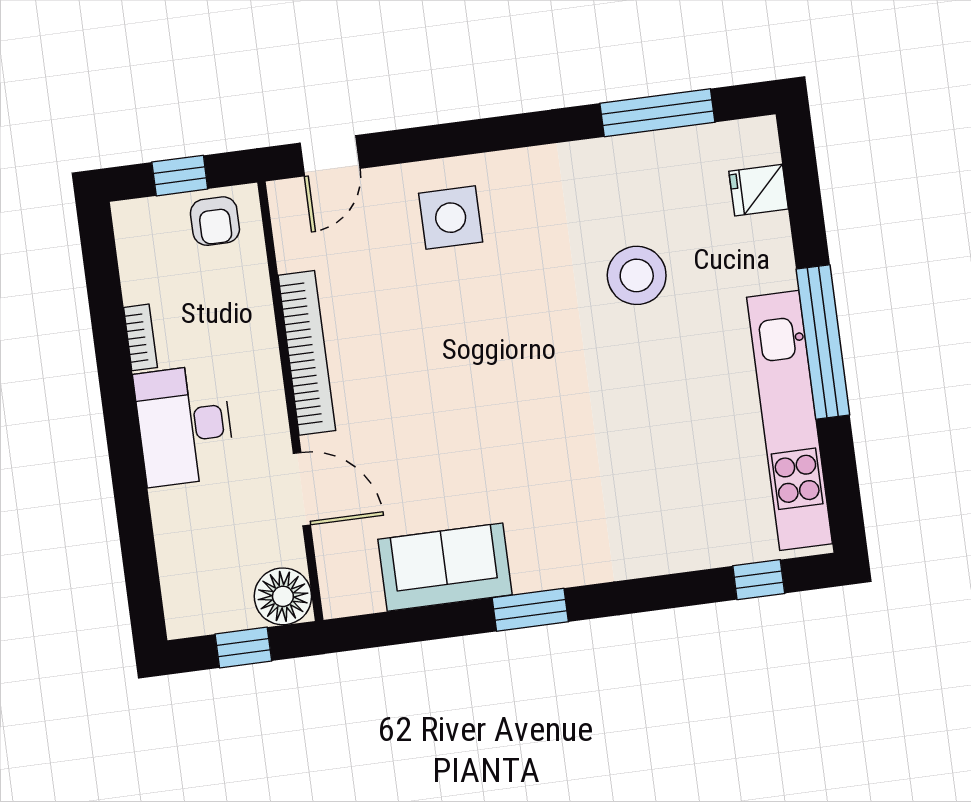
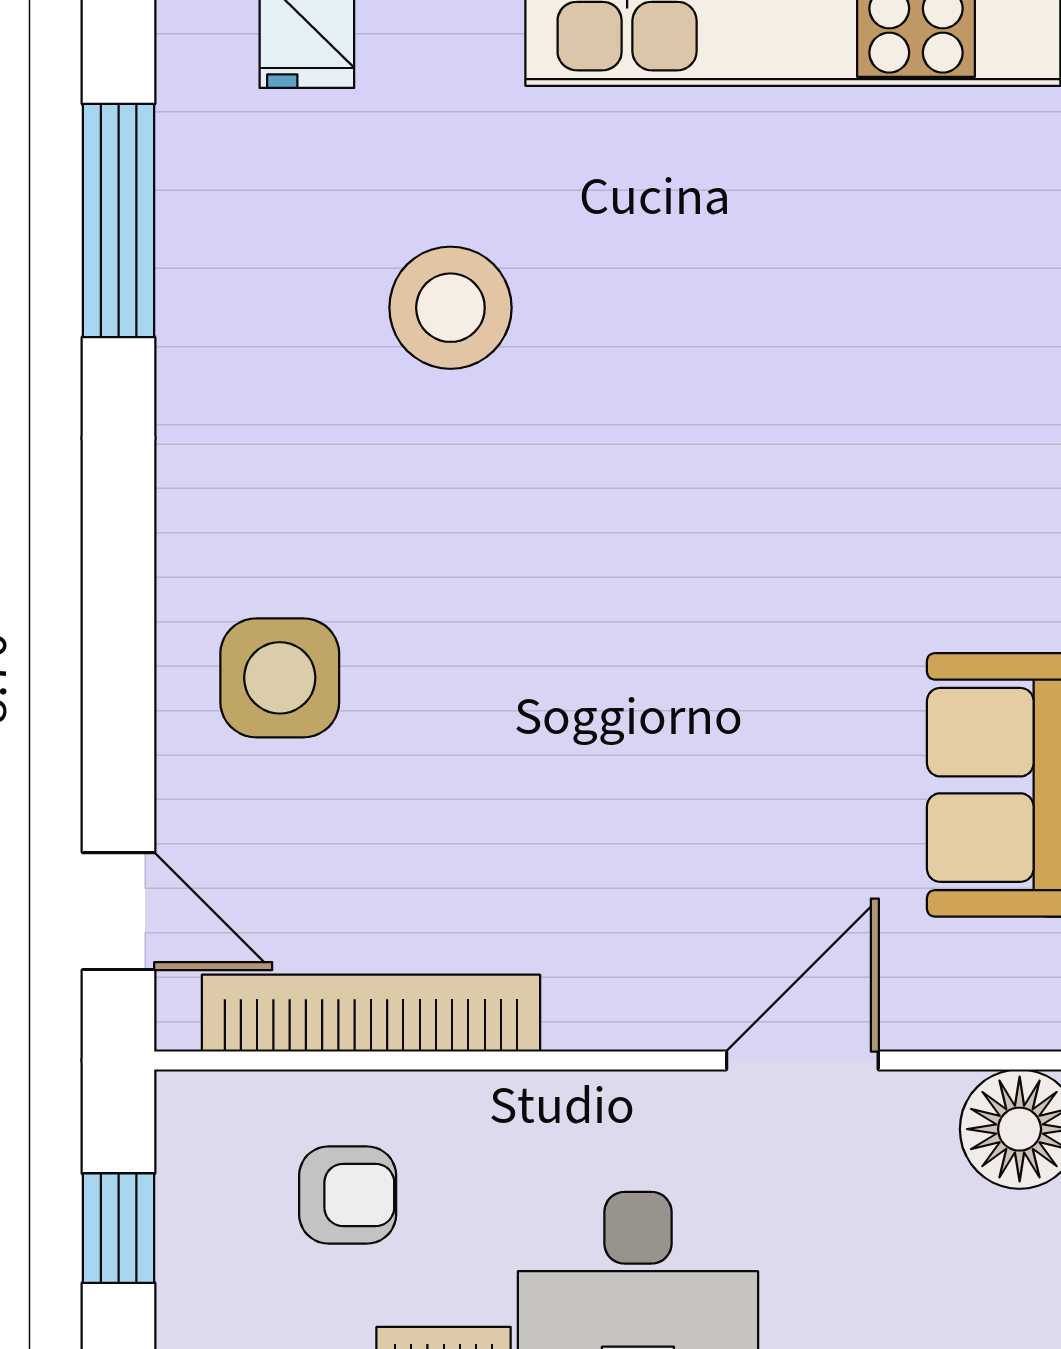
armchair: (215, 221) -> (348, 1195), moved
bookcase: (307, 353) -> (371, 1013), moved

